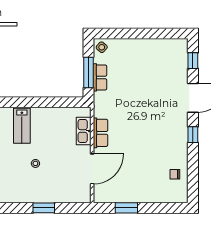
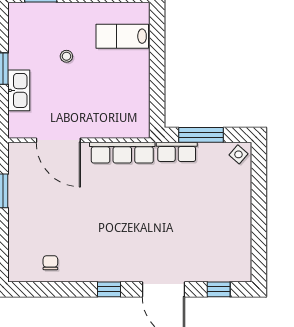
row of seats: (100, 77) -> (177, 152), moved
kitchen sink: (84, 131) -> (19, 90), moved, turned 90
row of seats: (101, 133) -> (122, 153), width x1.48

